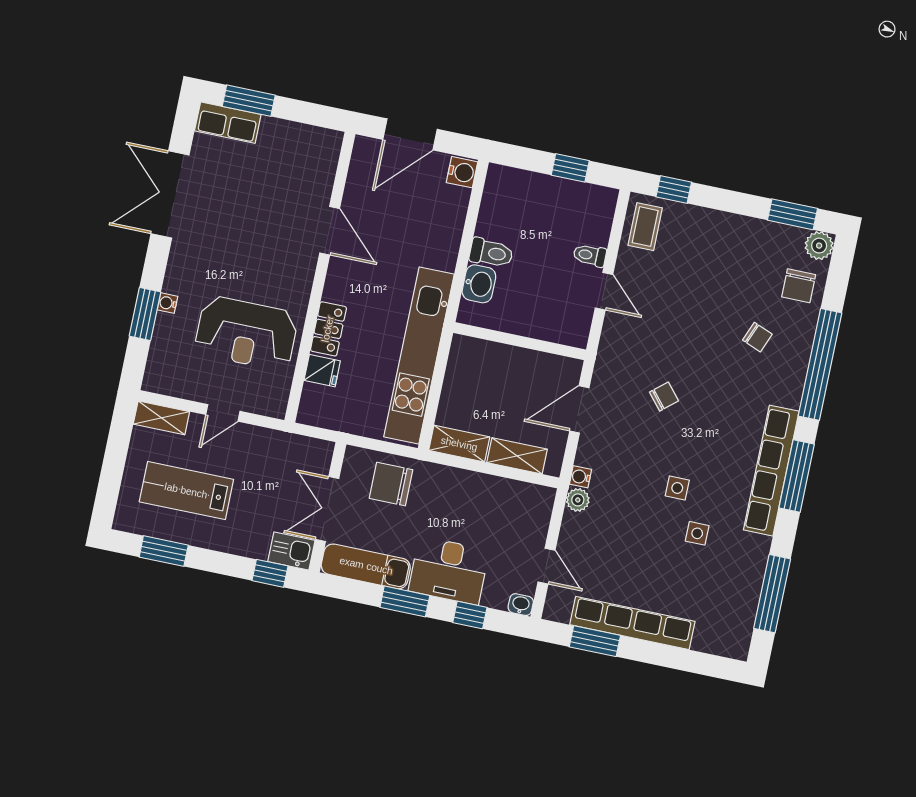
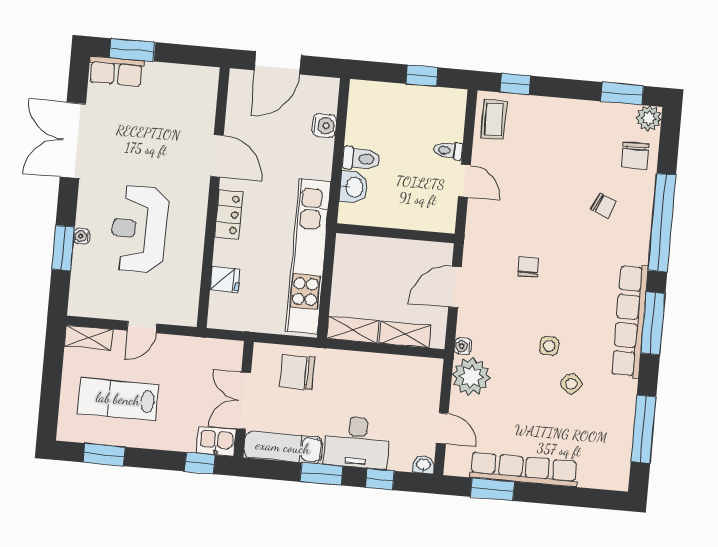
water cooler: (462, 172) -> (324, 126), moved
locker: (328, 329) -> (229, 214), moved
reception desk: (246, 333) -> (139, 229), moved, turned 90
chair: (664, 397) -> (528, 267), turned -51
plant: (578, 500) -> (471, 377), width x1.87, depth x1.87
side table: (697, 533) -> (571, 384), turned 45

